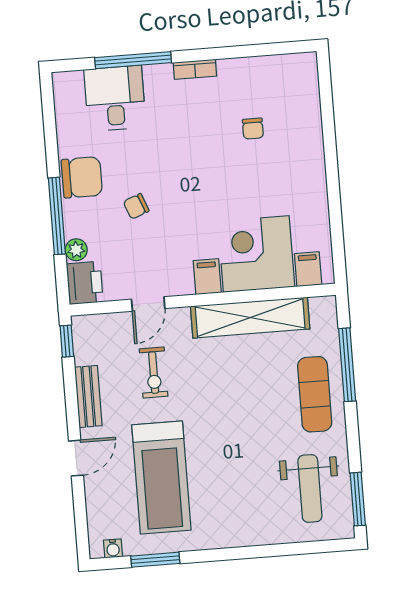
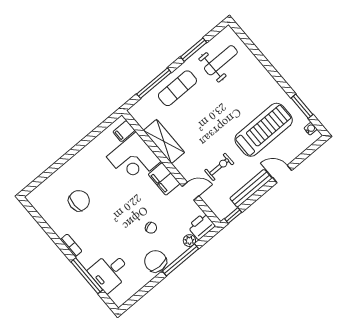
chair: (253, 129) -> (79, 201), width x1.87, depth x1.87
filing cabinet: (207, 277) -> (164, 179), width x2.00
shelving: (250, 318) -> (164, 141), width x0.68
bench: (88, 396) -> (251, 188), width x1.36
window: (358, 499) -> (194, 50), moved

